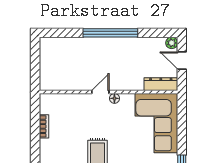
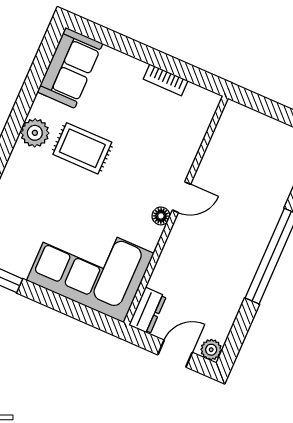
dresser: (161, 84) -> (148, 311), width x0.70
door: (100, 92) -> (182, 197), hinge flipped

